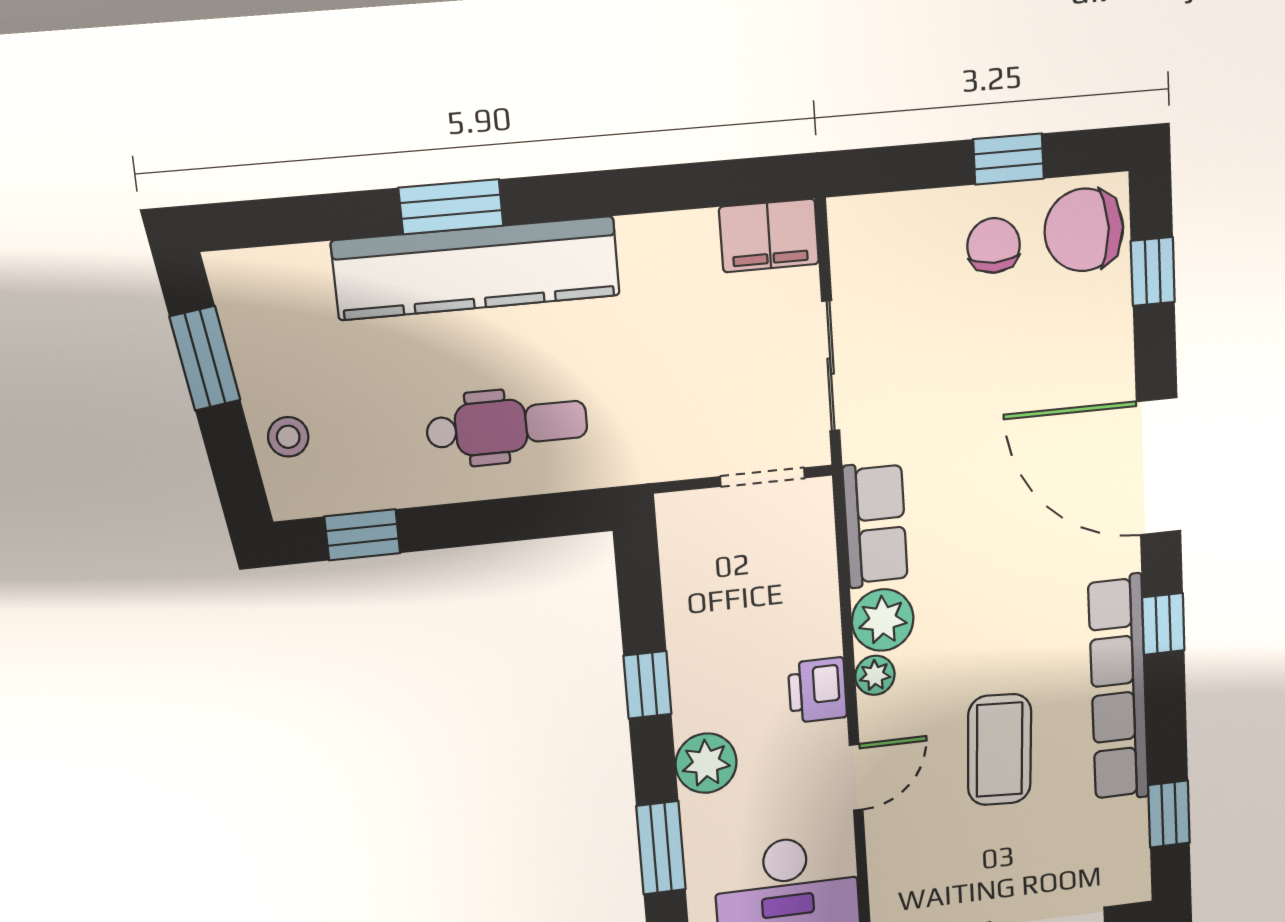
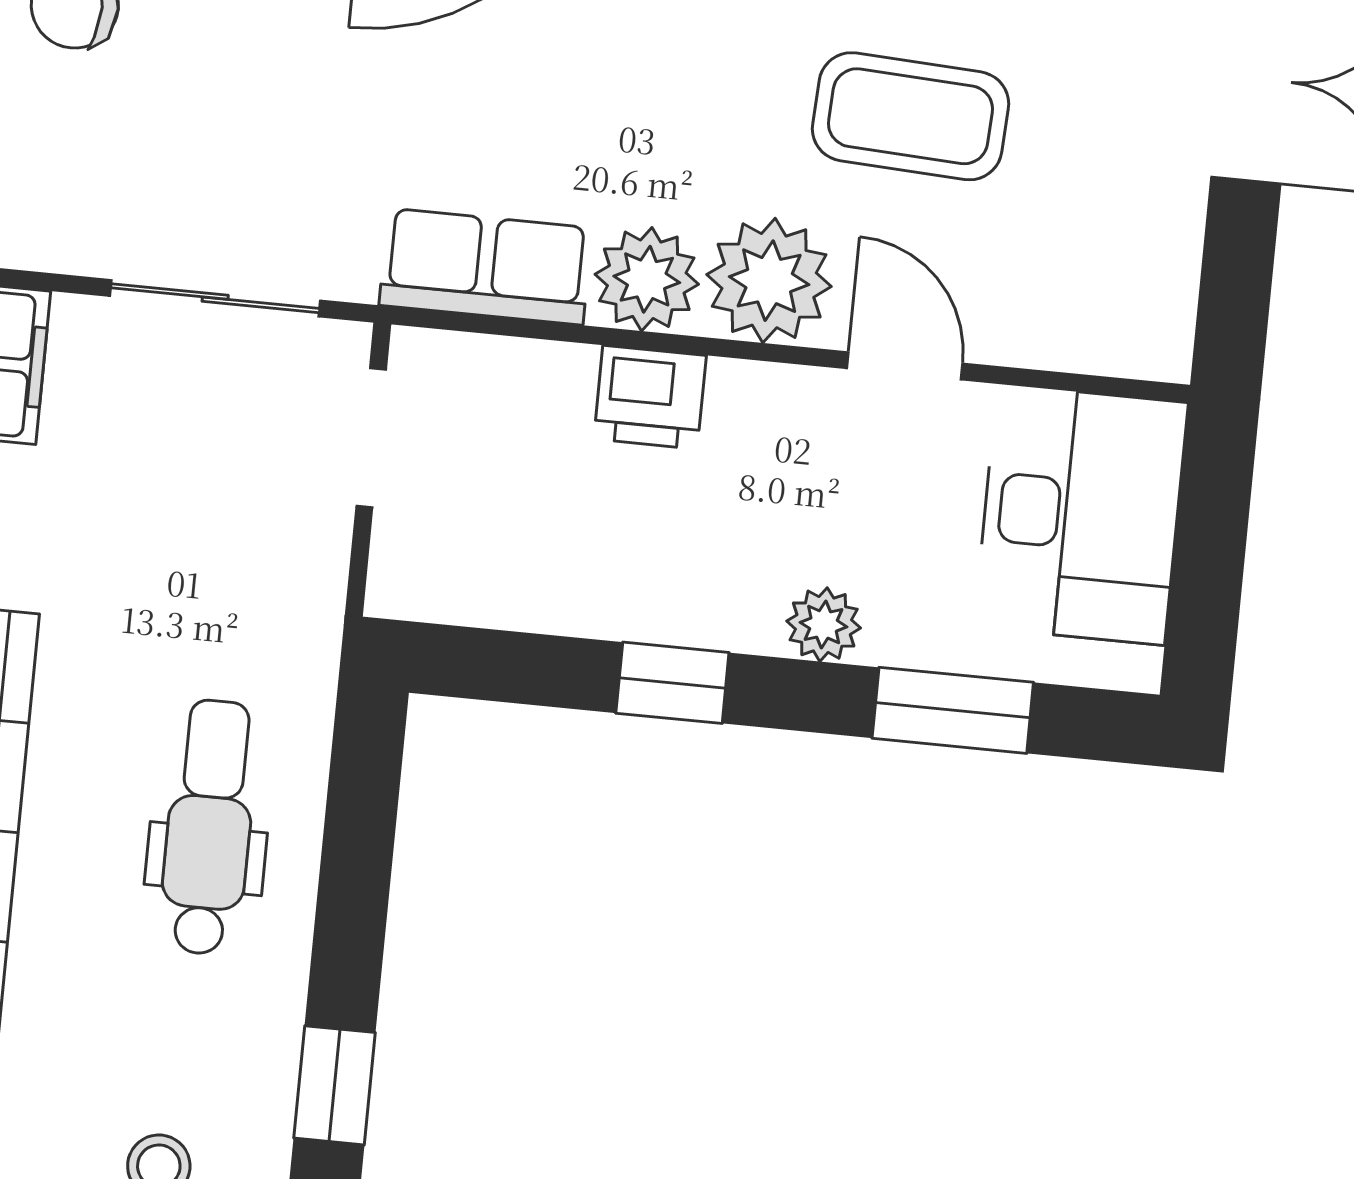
plant: (875, 675) -> (769, 281), width x1.88, depth x1.88
printer: (818, 690) -> (650, 397), moved
plant: (706, 763) -> (824, 625), width x0.73, depth x0.73

